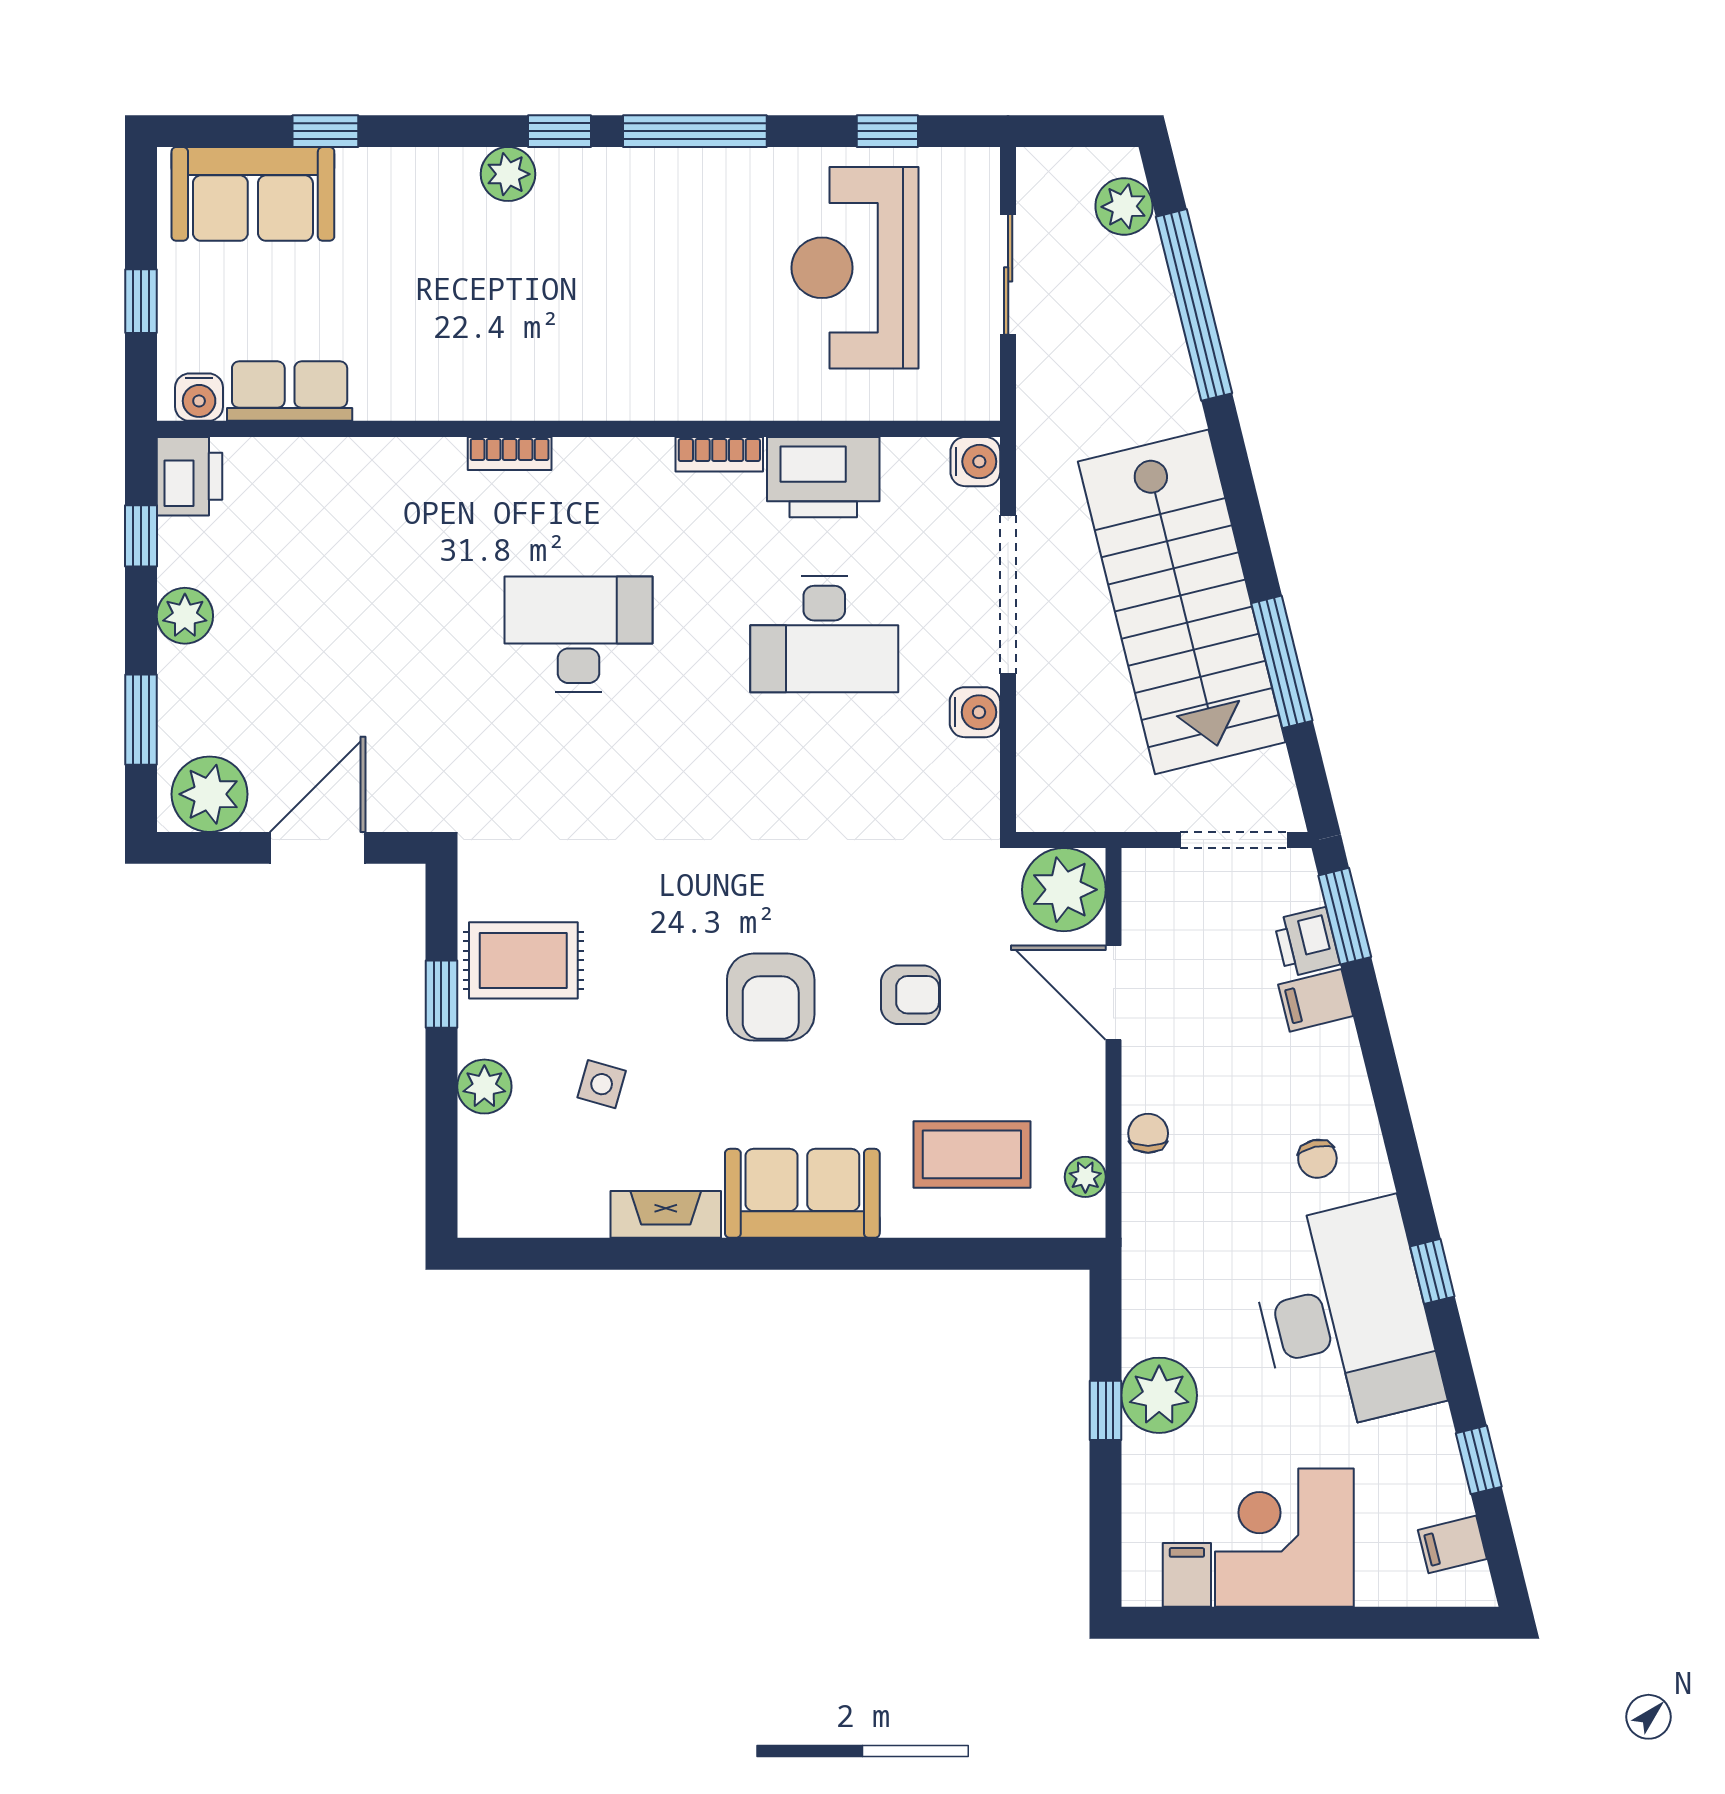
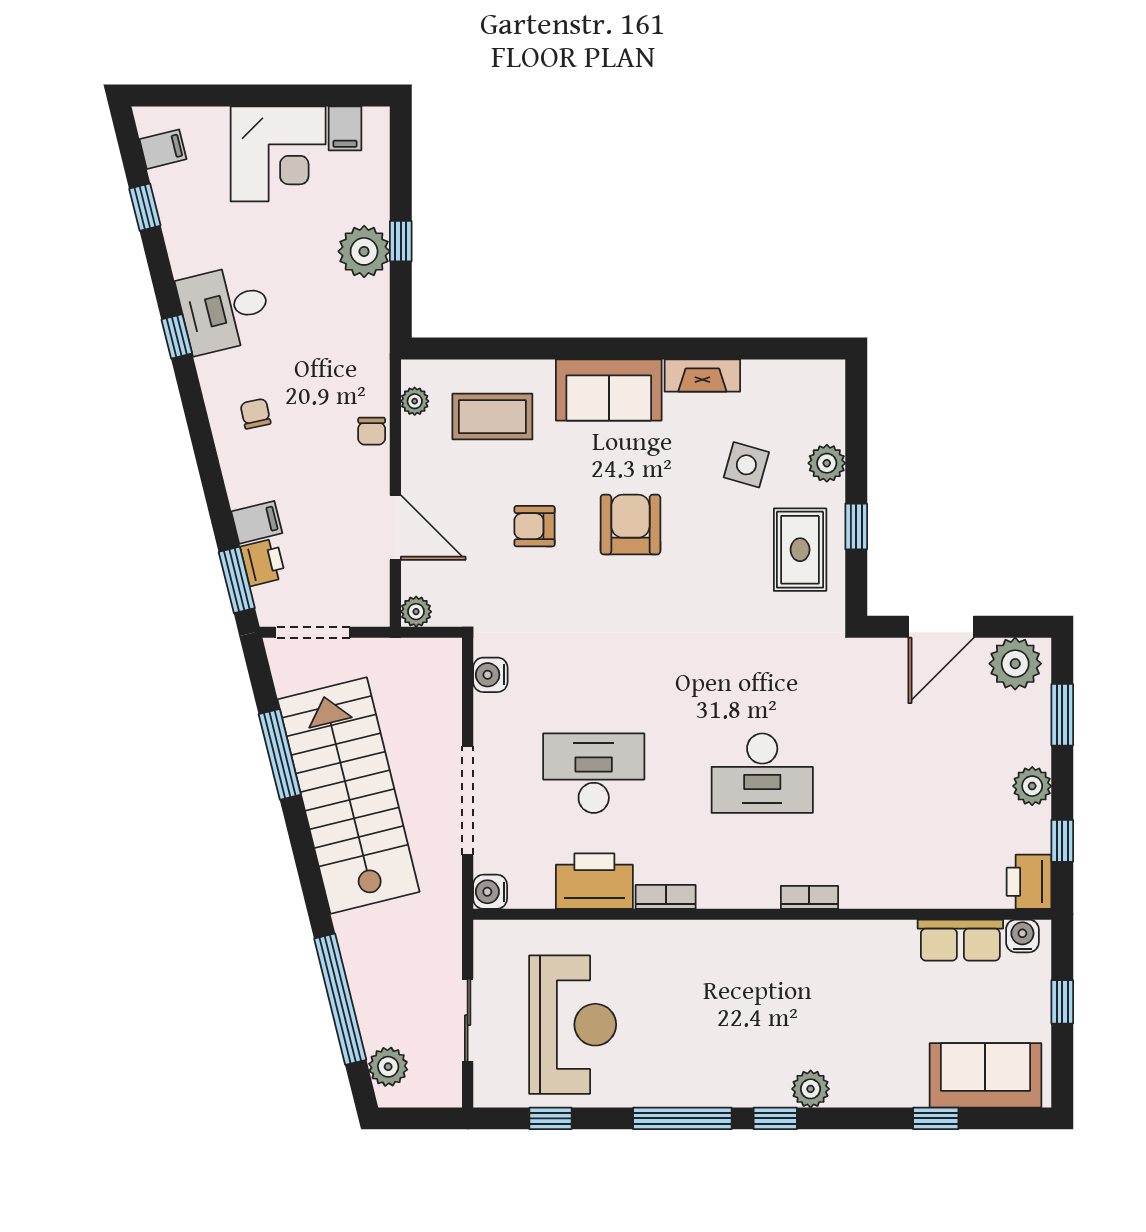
water cooler: (975, 712) -> (490, 675), moved
plant: (1064, 890) -> (416, 612), width x0.53, depth x0.53
rug: (523, 960) -> (800, 550), turned 90
side table: (602, 1084) -> (746, 465), width x1.37, depth x1.37
desk: (1345, 1316) -> (225, 309), width x0.53, depth x0.77

